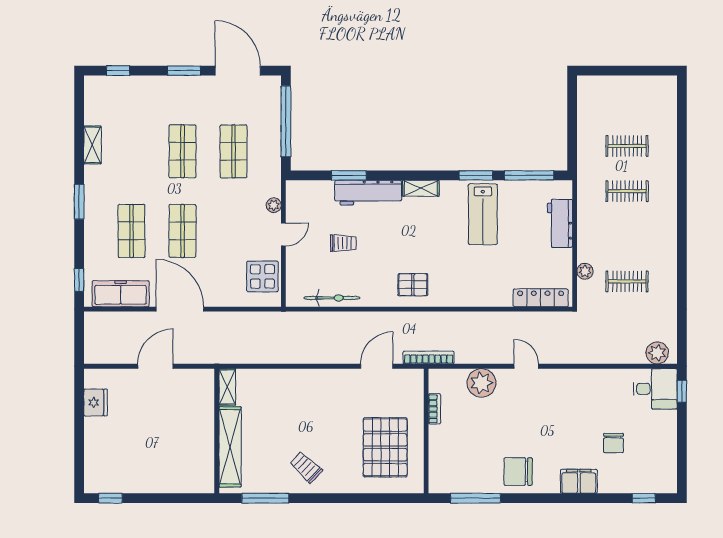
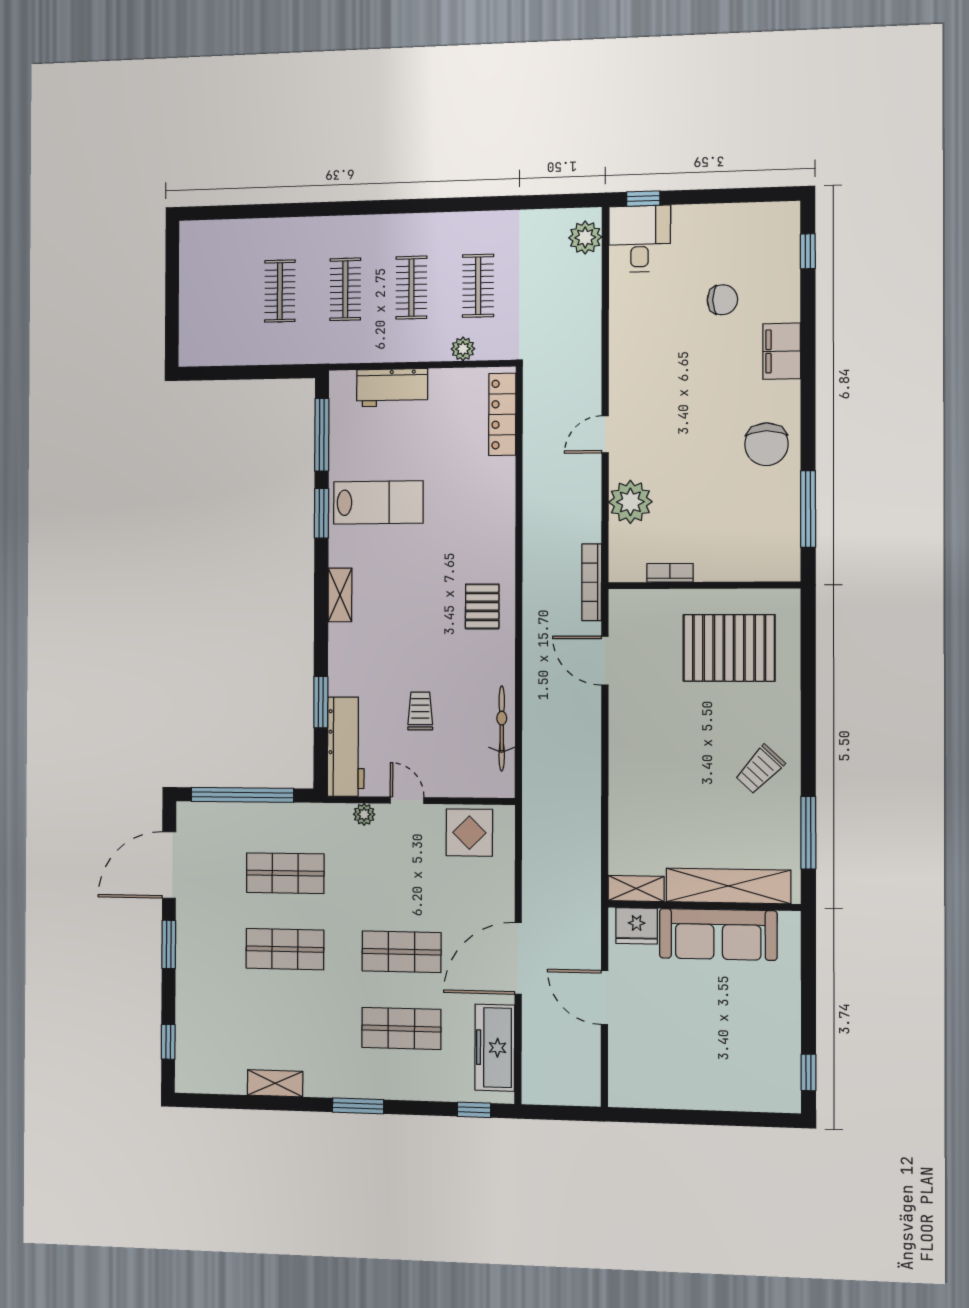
workbench: (368, 193) -> (346, 747), moved
clothes rail: (627, 236) -> (411, 288), added
fridge: (96, 402) -> (637, 926), moved, turned 180
sofa: (198, 440) -> (718, 934), added

